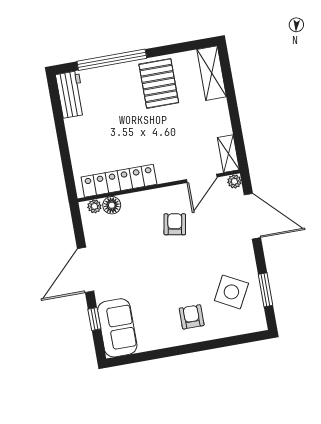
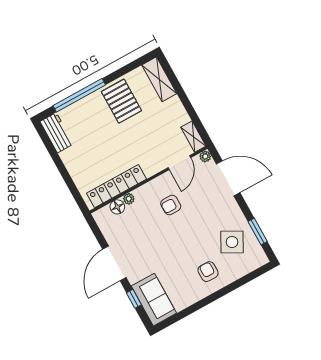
plant: (94, 206) -> (129, 199), moved
armchair: (175, 224) -> (171, 205), turned -100

